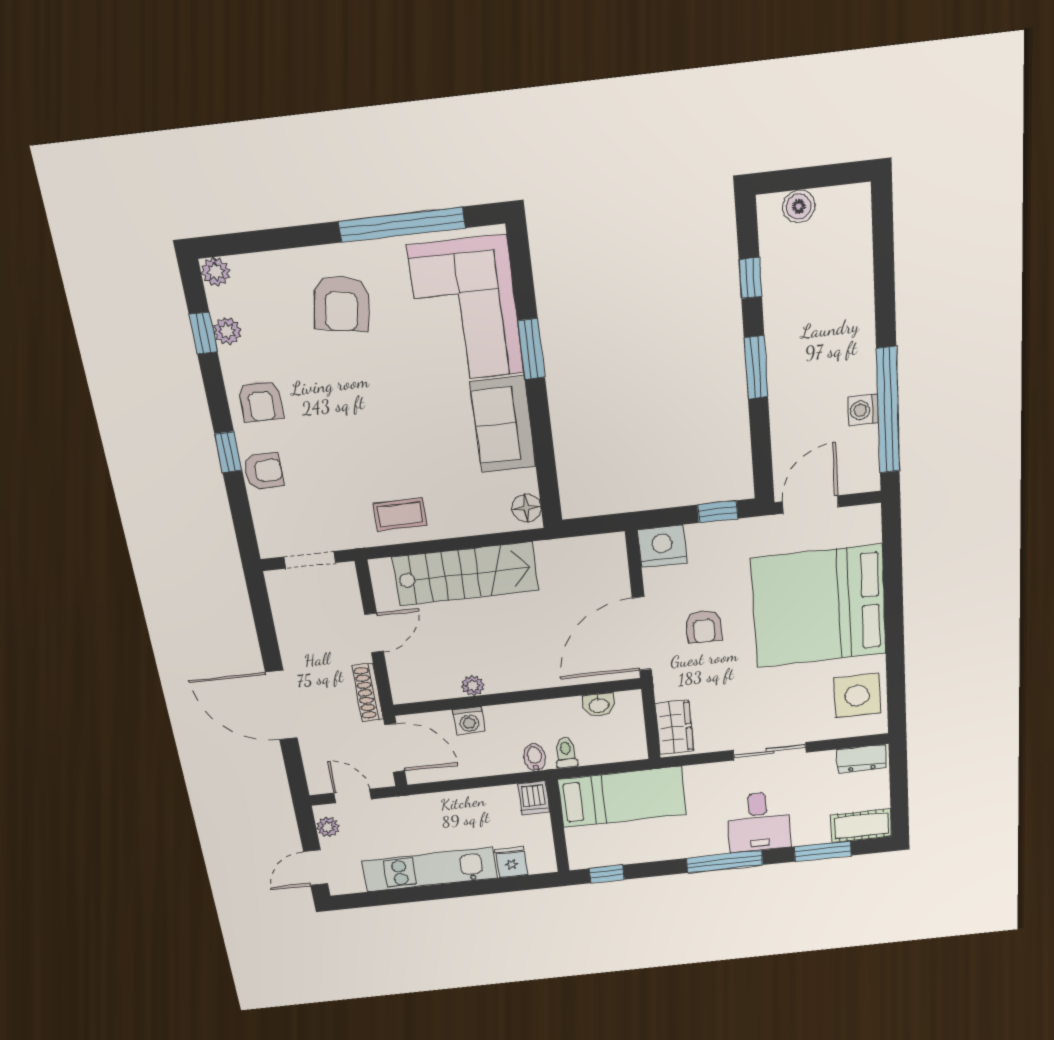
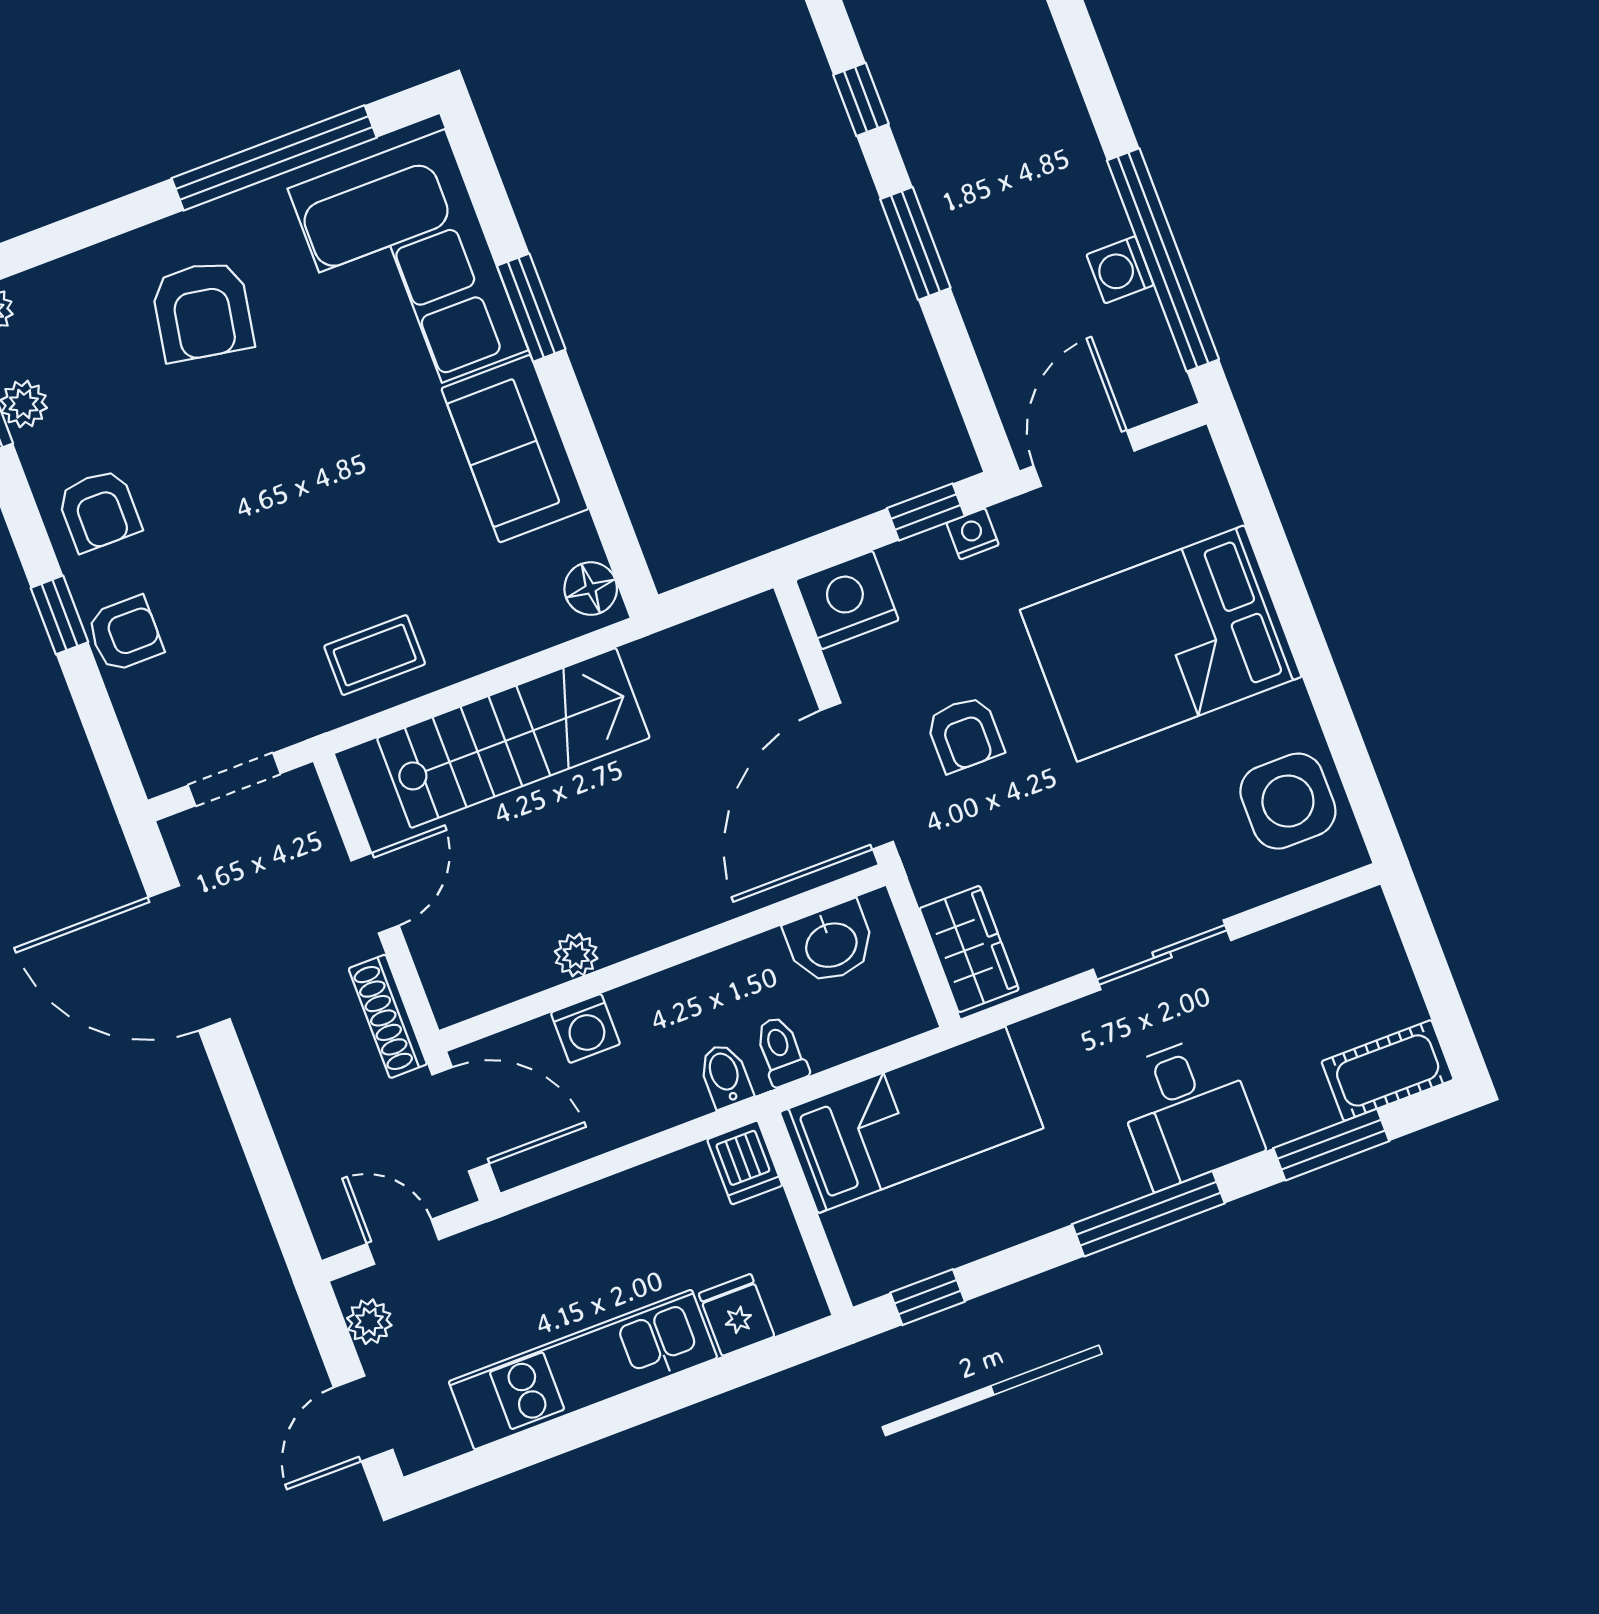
nightstand: (739, 529) -> (973, 534), added
bed: (819, 606) -> (1161, 643), width x0.73
door: (281, 705) -> (189, 958), moved
washbasin: (599, 705) -> (831, 943), width x1.38, depth x1.45
dresser: (861, 759) -> (1340, 928), removed

